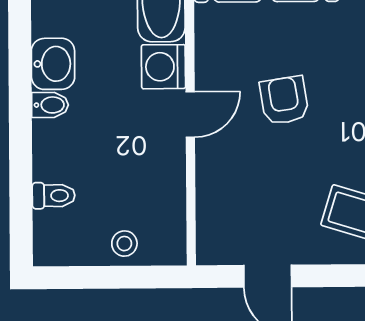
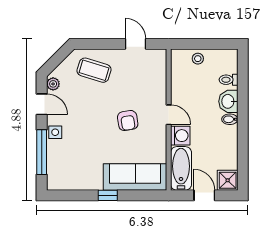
washbasin: (53, 64) -> (228, 101), moved
door: (190, 115) -> (169, 115), swing flipped

